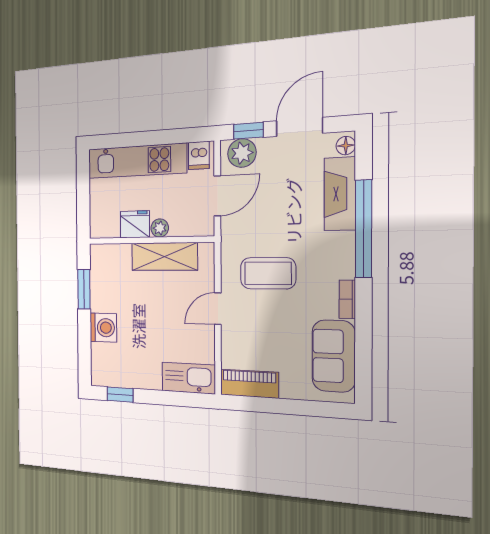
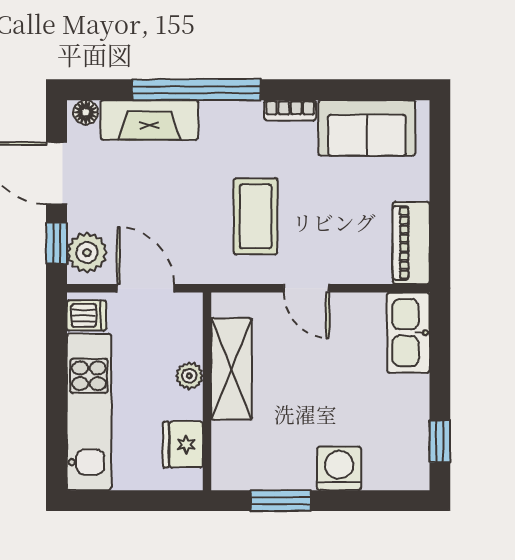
fridge: (135, 224) -> (183, 444), moved

